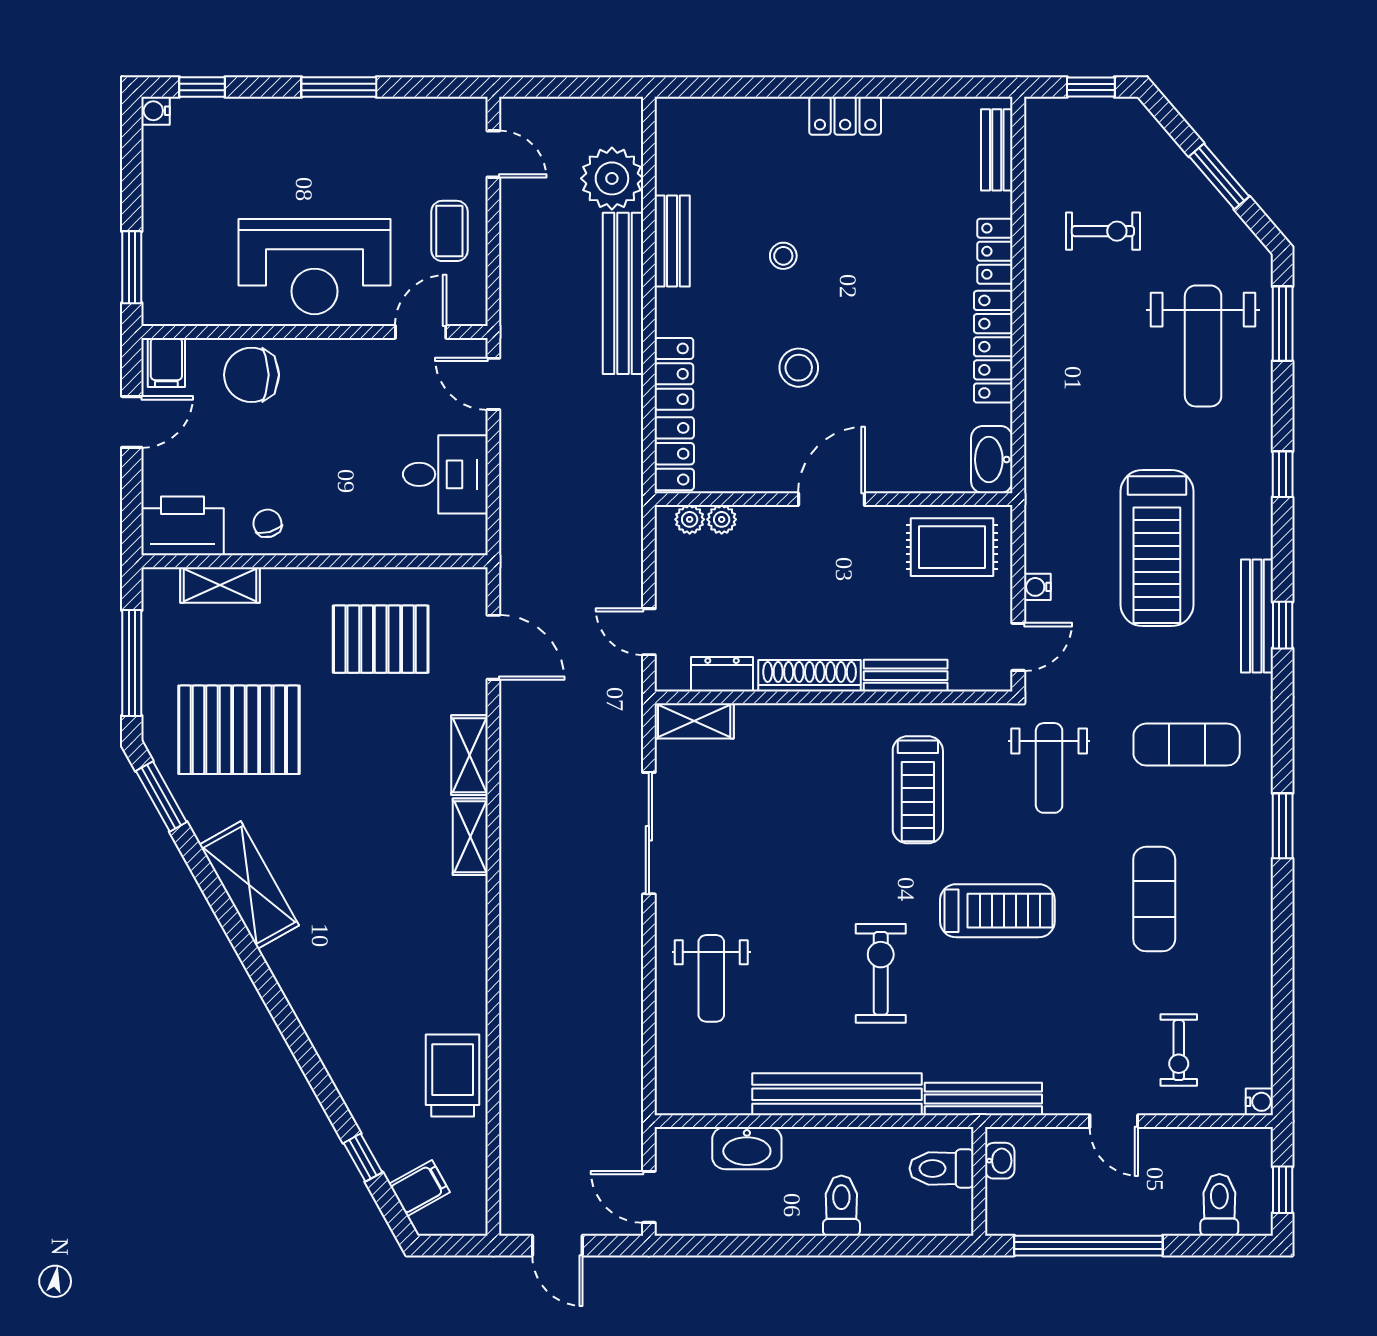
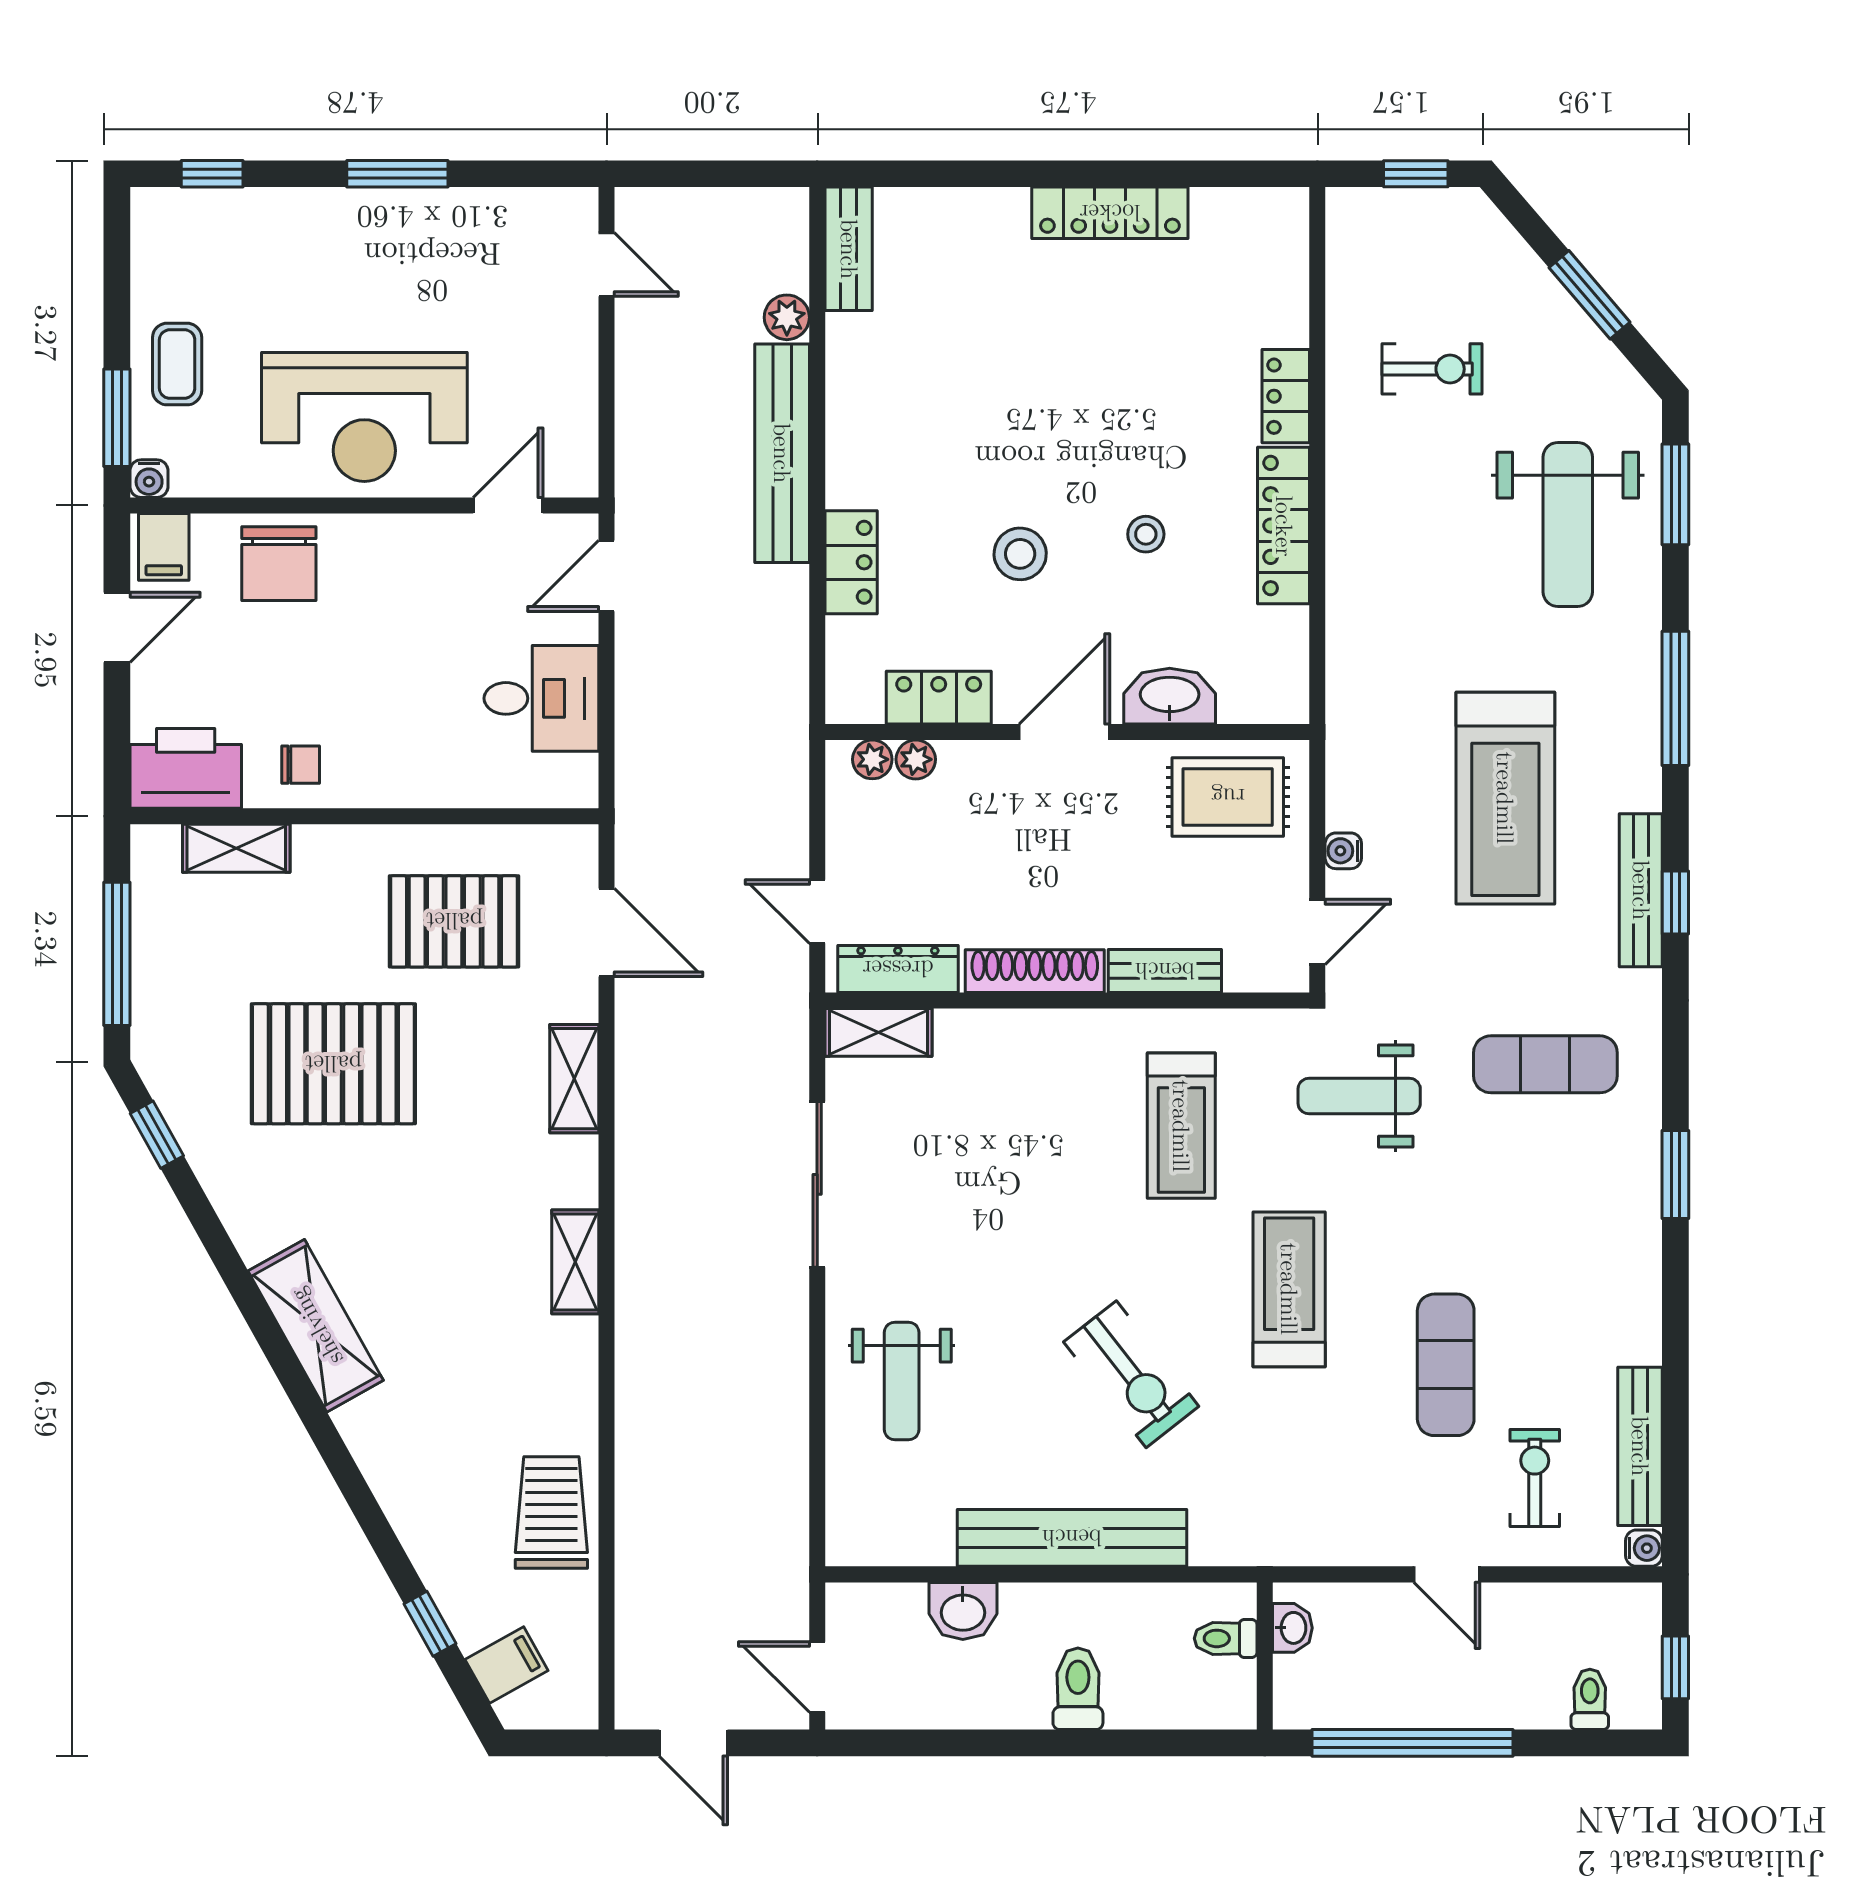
water cooler: (156, 111) -> (149, 479), moved, turned -90
locker: (845, 116) -> (1110, 213), width x1.53
bench: (997, 150) -> (1288, 259), removed
plant: (612, 178) -> (787, 317), width x0.53, depth x0.53
coffee table: (449, 231) -> (177, 364), moved
bench: (672, 241) -> (849, 249), moved
stool: (783, 256) -> (1146, 534), moved
chair: (251, 375) -> (279, 564), turned -90
door: (493, 384) -> (607, 576), hinge flipped
locker: (674, 454) -> (939, 698), moved, turned -90
washbasin: (992, 460) -> (1170, 696), moved, turned 90
window: (1283, 474) -> (1675, 698), width x2.17
chair: (267, 523) -> (301, 765), turned 106
dresser: (722, 674) -> (898, 969), width x1.44
pallet: (239, 730) -> (333, 1064), moved
weight bench: (1049, 768) -> (1359, 1096), turned 90
window: (161, 796) -> (157, 1135), width x0.67
shelving: (470, 837) -> (575, 1262), moved
shelving: (249, 885) -> (316, 1326), moved
exercise mat: (1154, 899) -> (1446, 1365), moved
treadmill: (997, 911) -> (1289, 1289), turned -90
exercise bike: (881, 973) -> (1131, 1374), turned 142
exercise bike: (1179, 1050) -> (1535, 1478), turned 180
bench: (983, 1099) -> (1640, 1446), moved, turned 90
washbasin: (747, 1148) -> (963, 1611), width x0.72
toilet: (941, 1168) -> (1226, 1638), width x0.73, depth x0.72
toilet: (1219, 1205) -> (1590, 1699), width x0.73, depth x0.72

